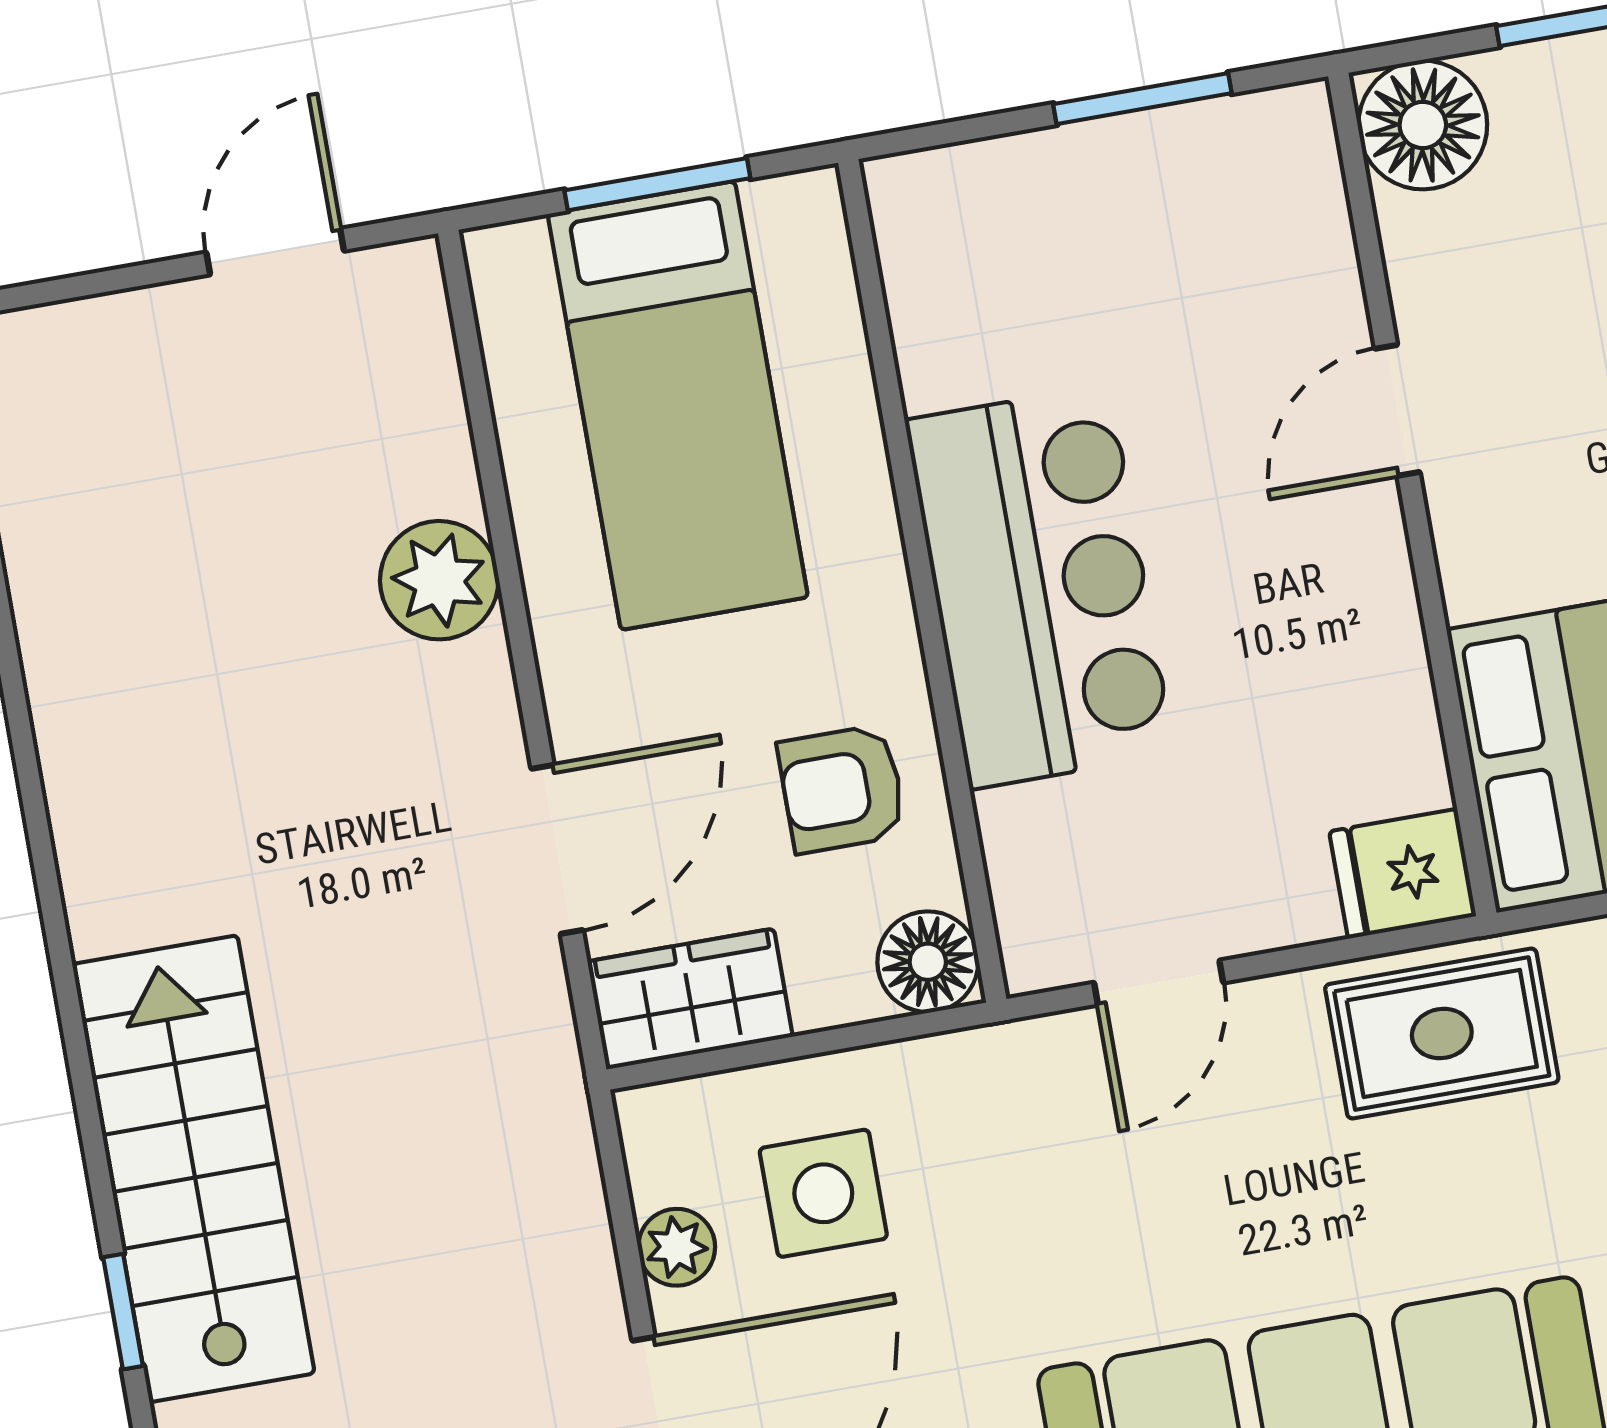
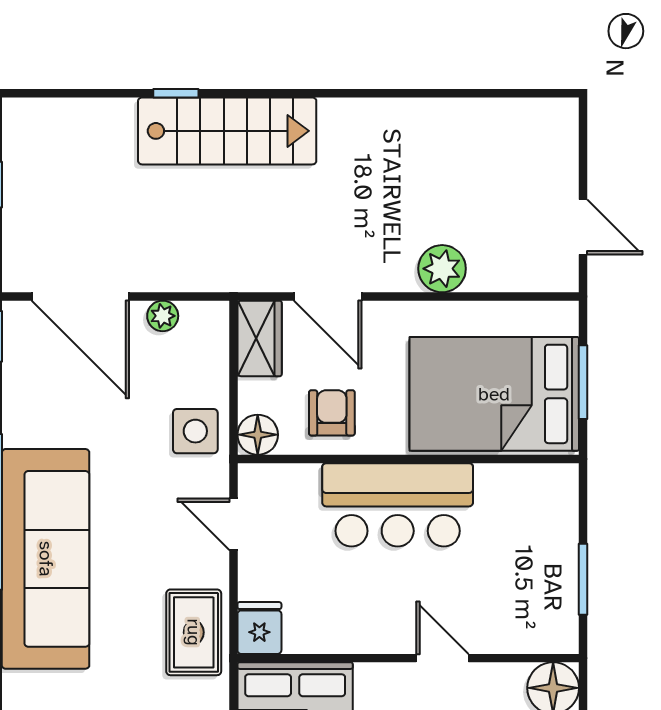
bed: (678, 406) -> (494, 394), width x1.50
side table: (823, 1193) -> (195, 431), moved

